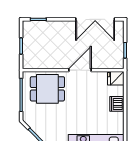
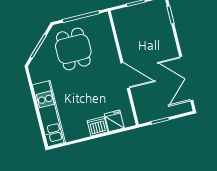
fridge: (116, 78) -> (114, 121), moved
dining table: (47, 89) -> (73, 49), moved

